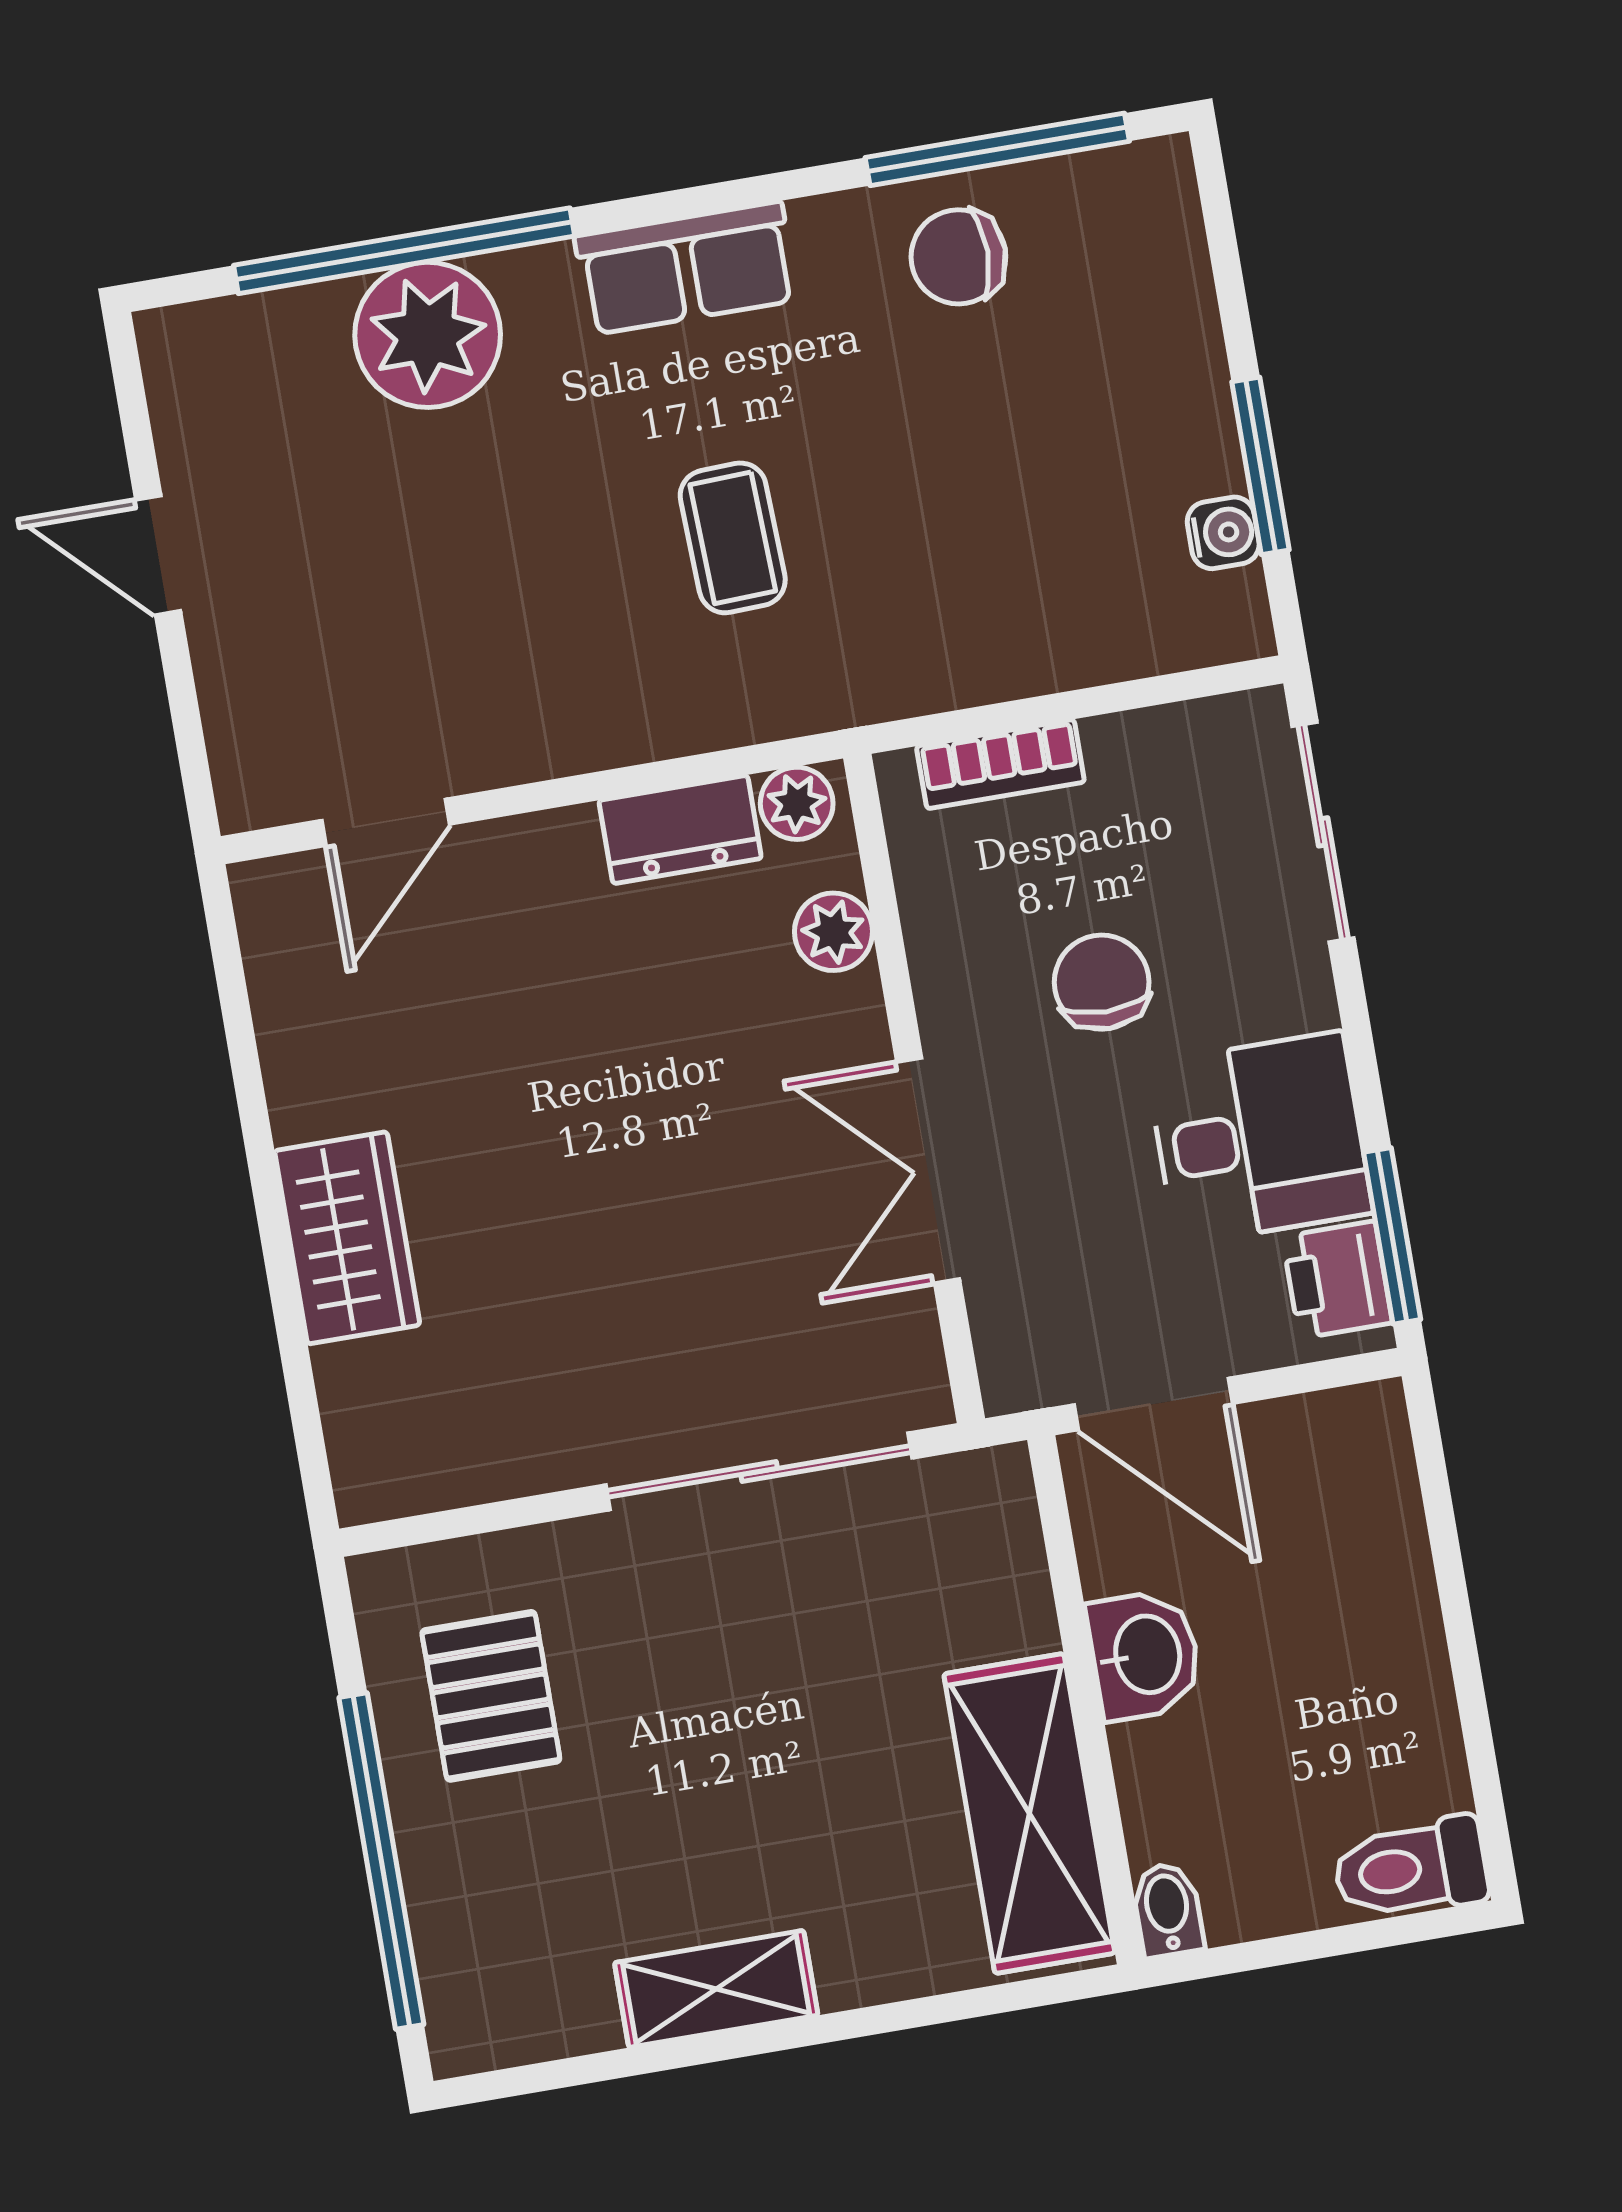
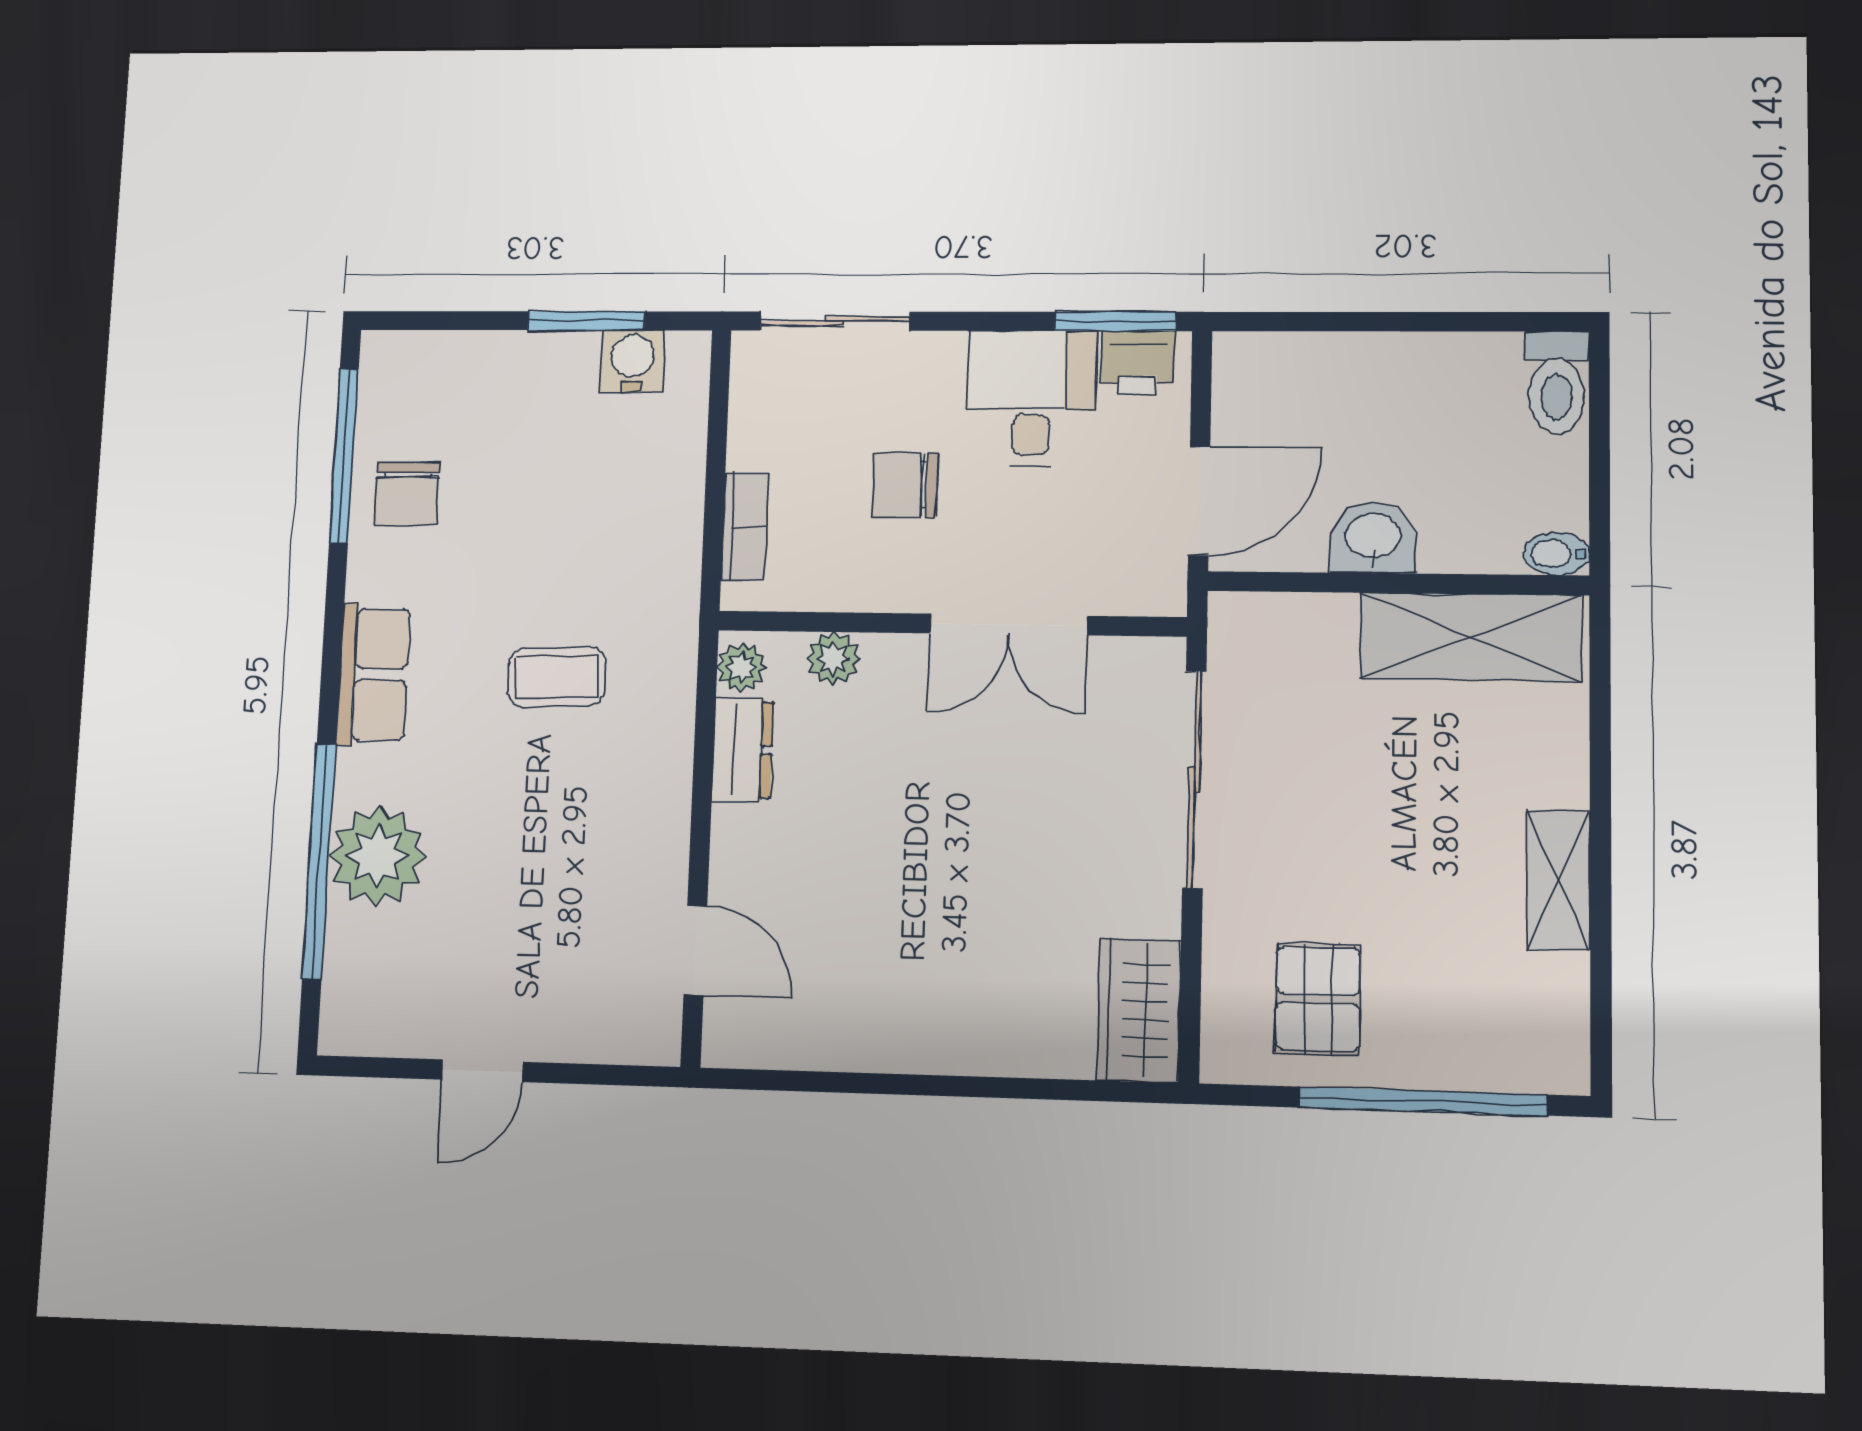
water cooler: (1223, 533) -> (632, 361), width x1.38, depth x1.38
wardrobe: (347, 1238) -> (1139, 1010), moved, turned -90
pallet: (491, 1696) -> (1318, 999), turned 90

